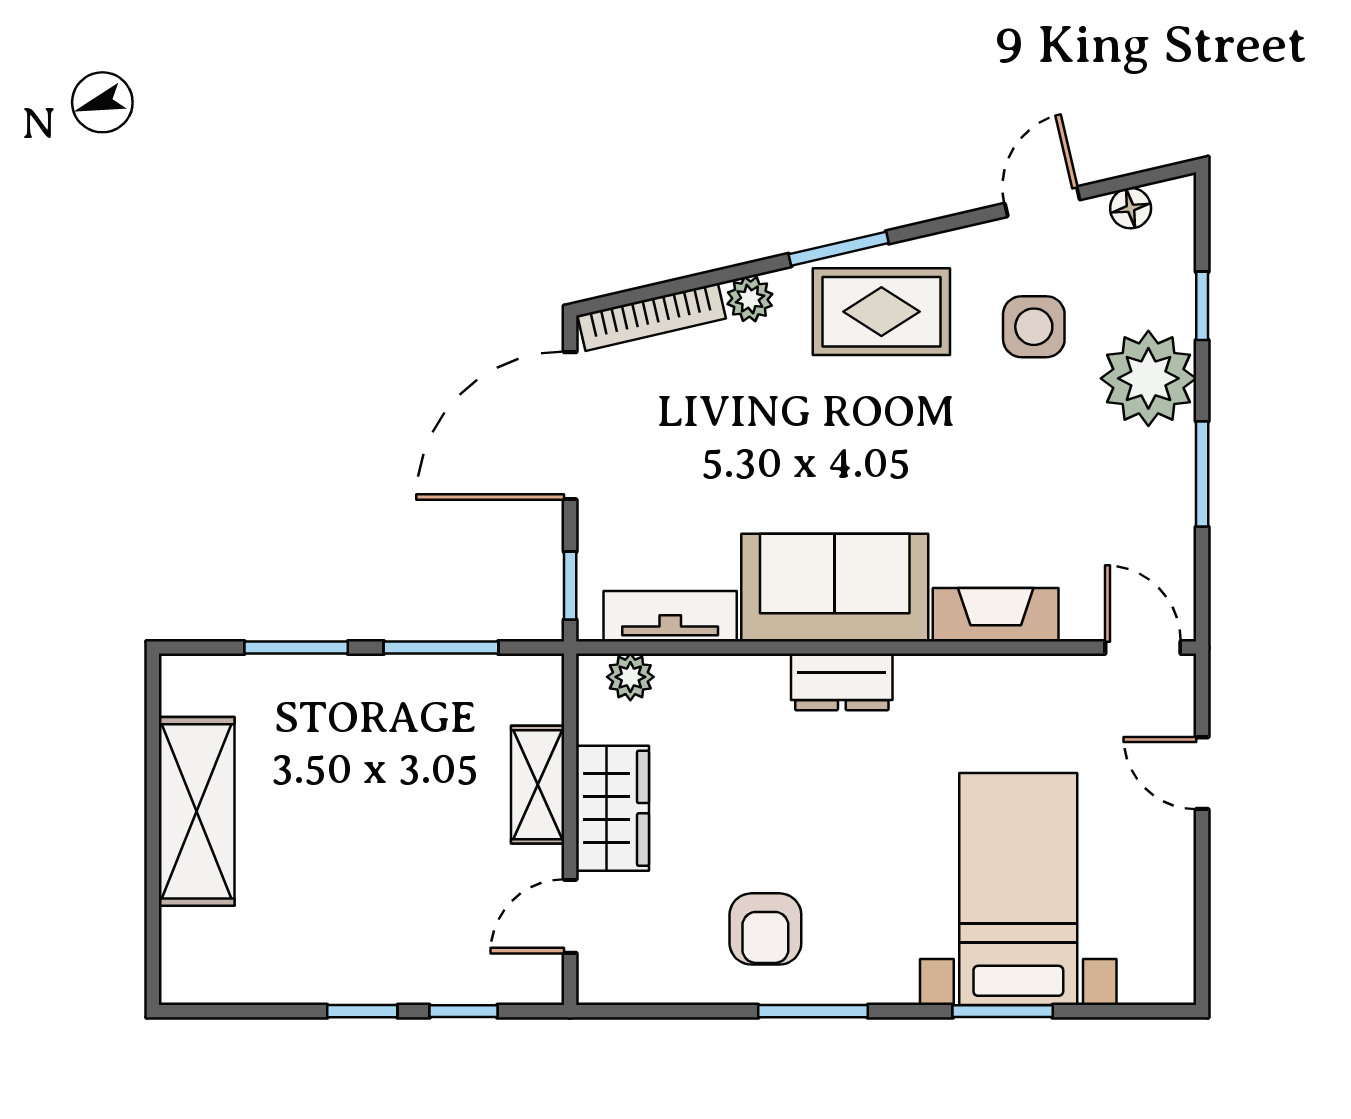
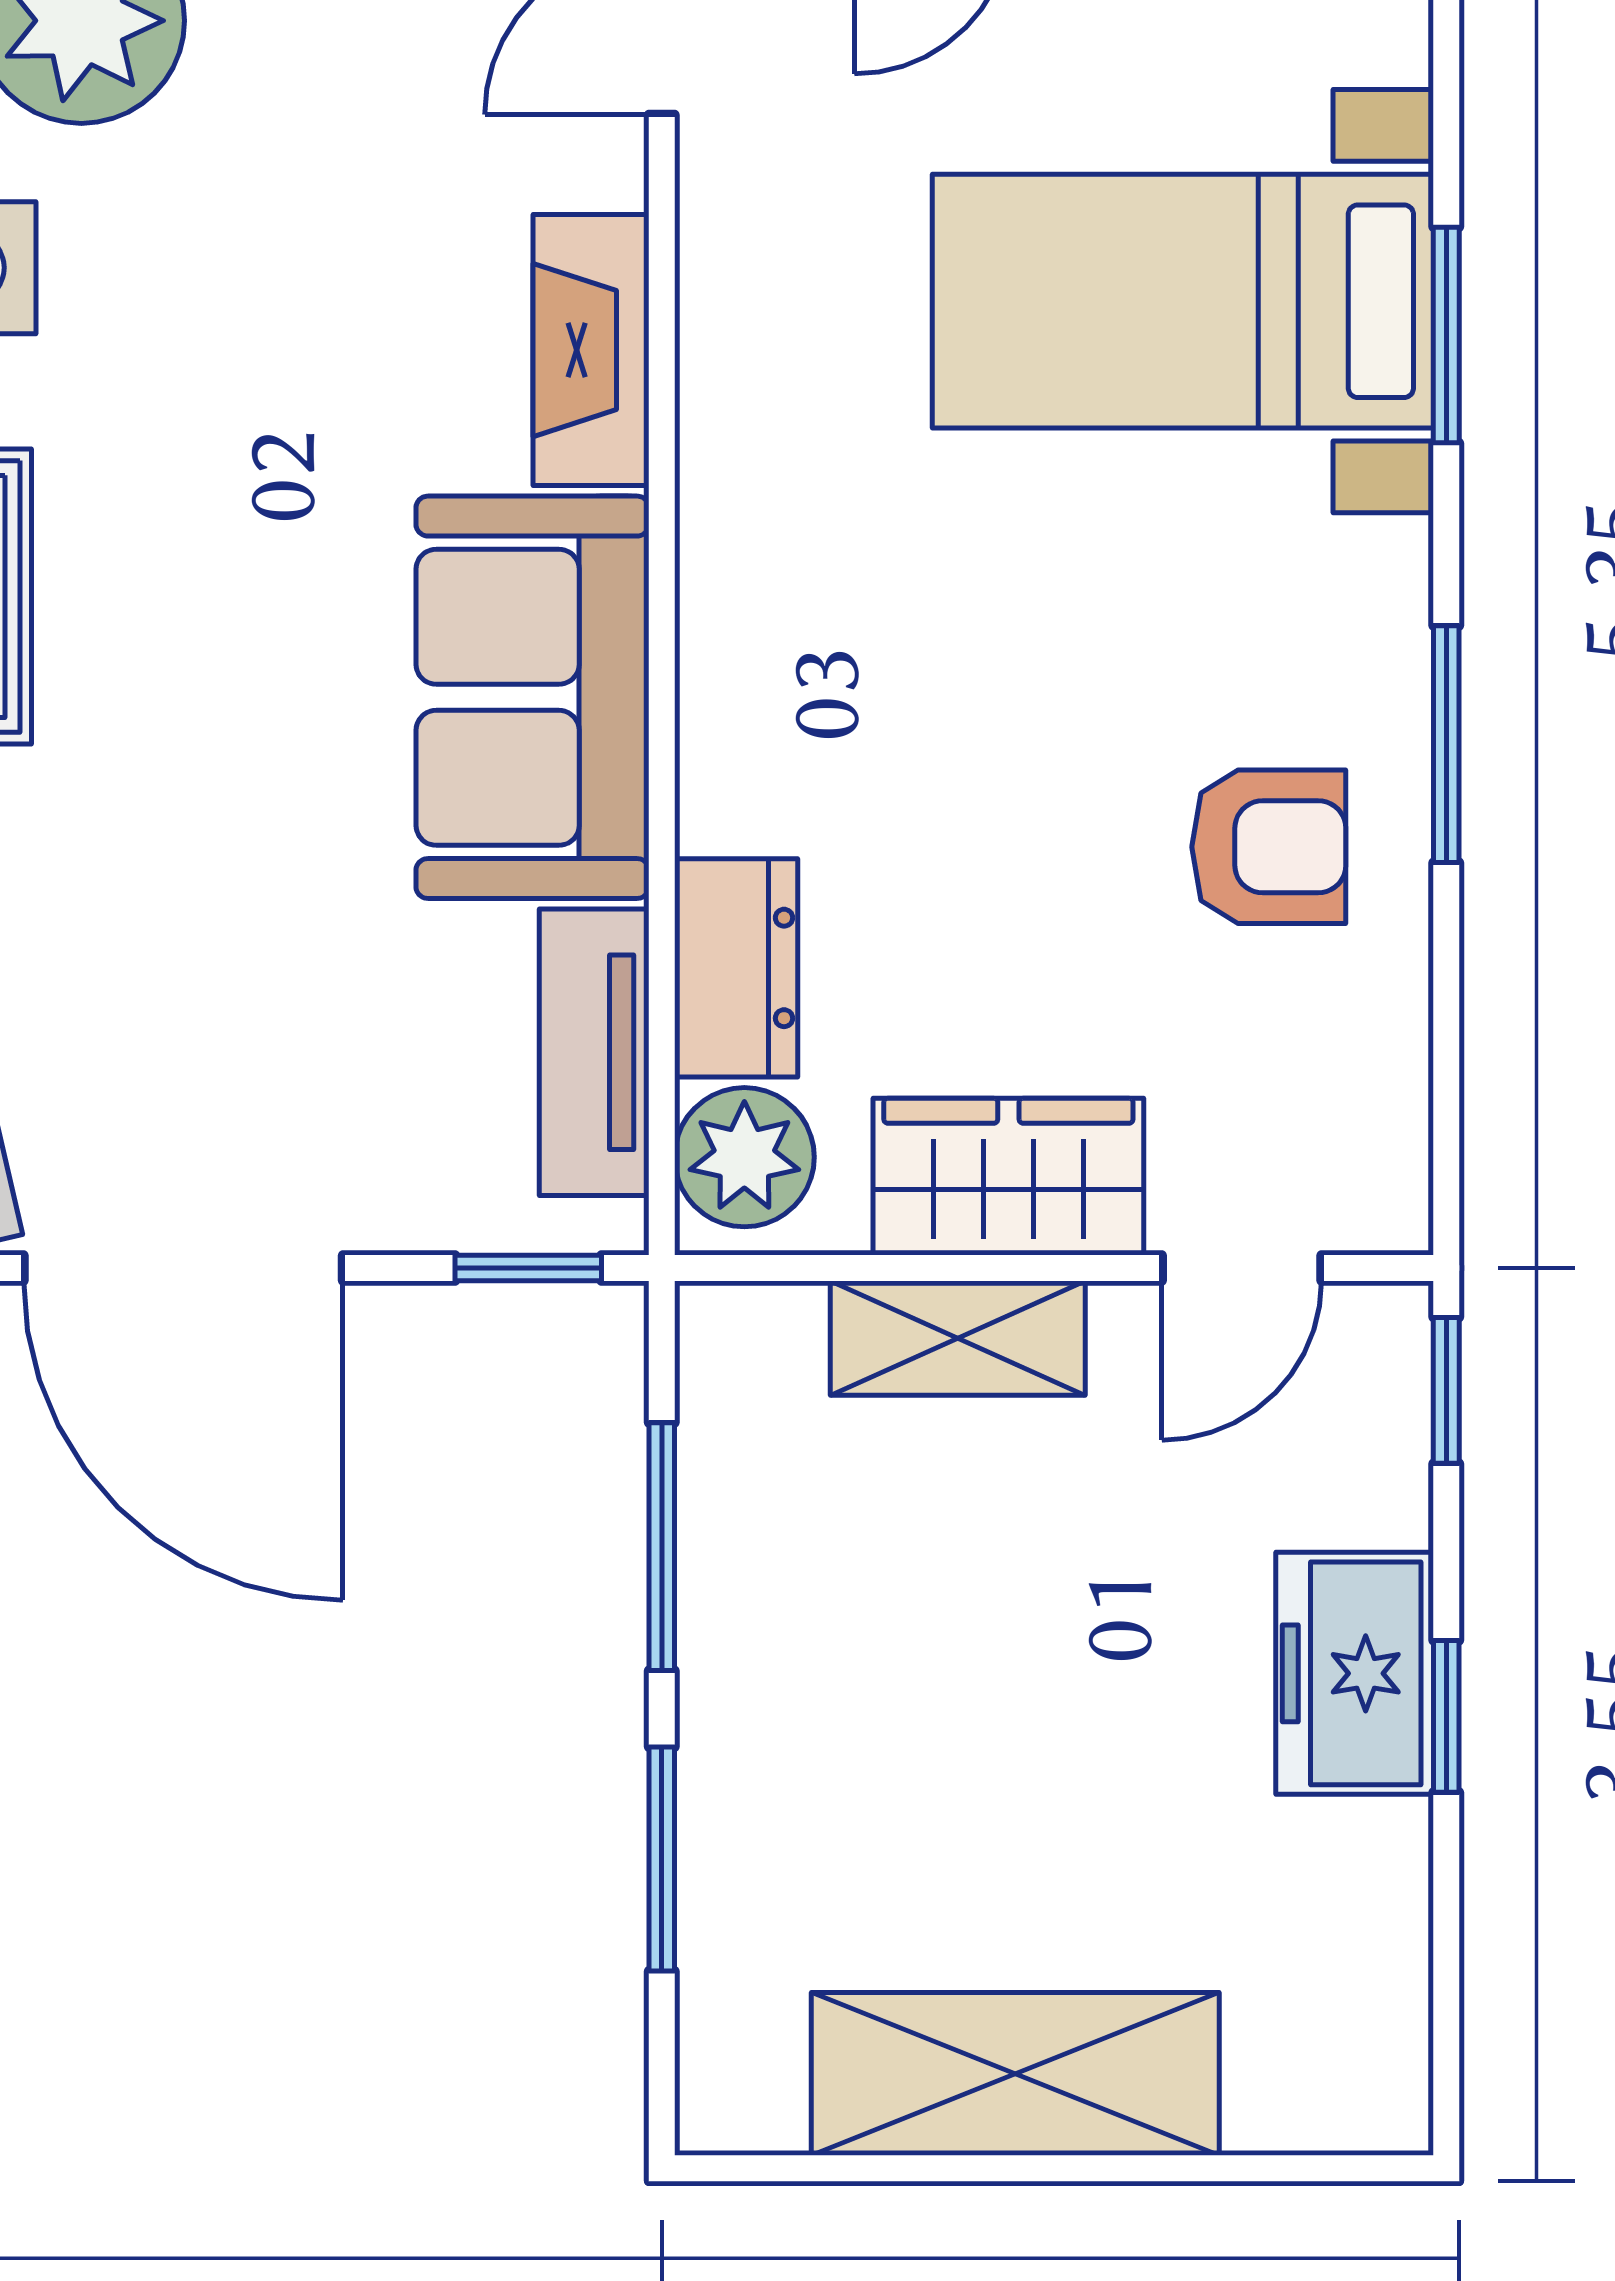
plant: (630, 677) -> (744, 1157), width x1.38, depth x1.38
dresser: (842, 682) -> (736, 968), moved
door: (570, 916) -> (1242, 1268), hinge flipped
freezer: (382, 969) -> (1355, 1673), added
window: (463, 1011) -> (1446, 1390), moved

